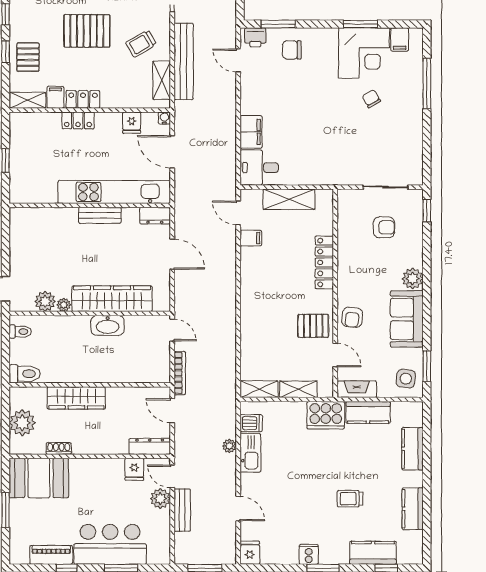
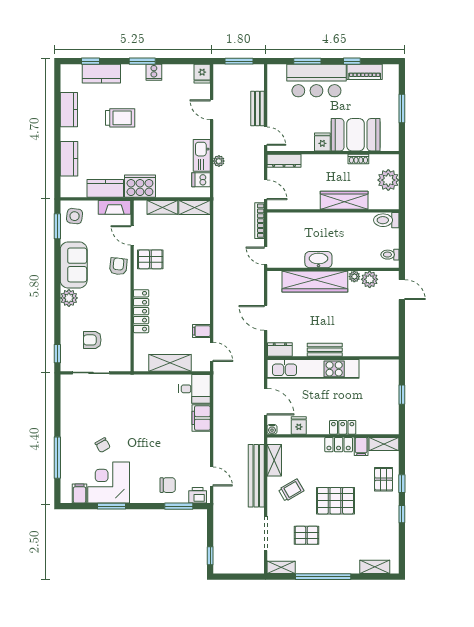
fridge: (134, 469) -> (322, 142), moved
booth: (39, 478) -> (356, 135), moved
plant: (160, 499) -> (275, 118), removed
trolley: (350, 499) -> (120, 118), width x1.36, depth x1.39

